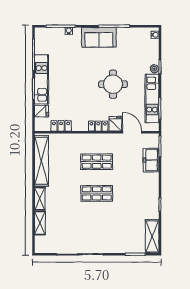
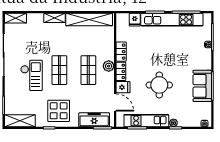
sofa: (99, 37) -> (202, 86), moved
kitchen unit: (42, 79) -> (172, 20), width x1.36
locker: (61, 126) -> (121, 52), moved
door: (132, 132) -> (115, 102), hinge flipped
plant: (92, 140) -> (109, 66), added
freezer: (151, 160) -> (94, 120), width x1.40
display table: (141, 194) -> (59, 111), added
shelving: (40, 223) -> (16, 18), moved
checkout: (102, 224) -> (31, 75), added

